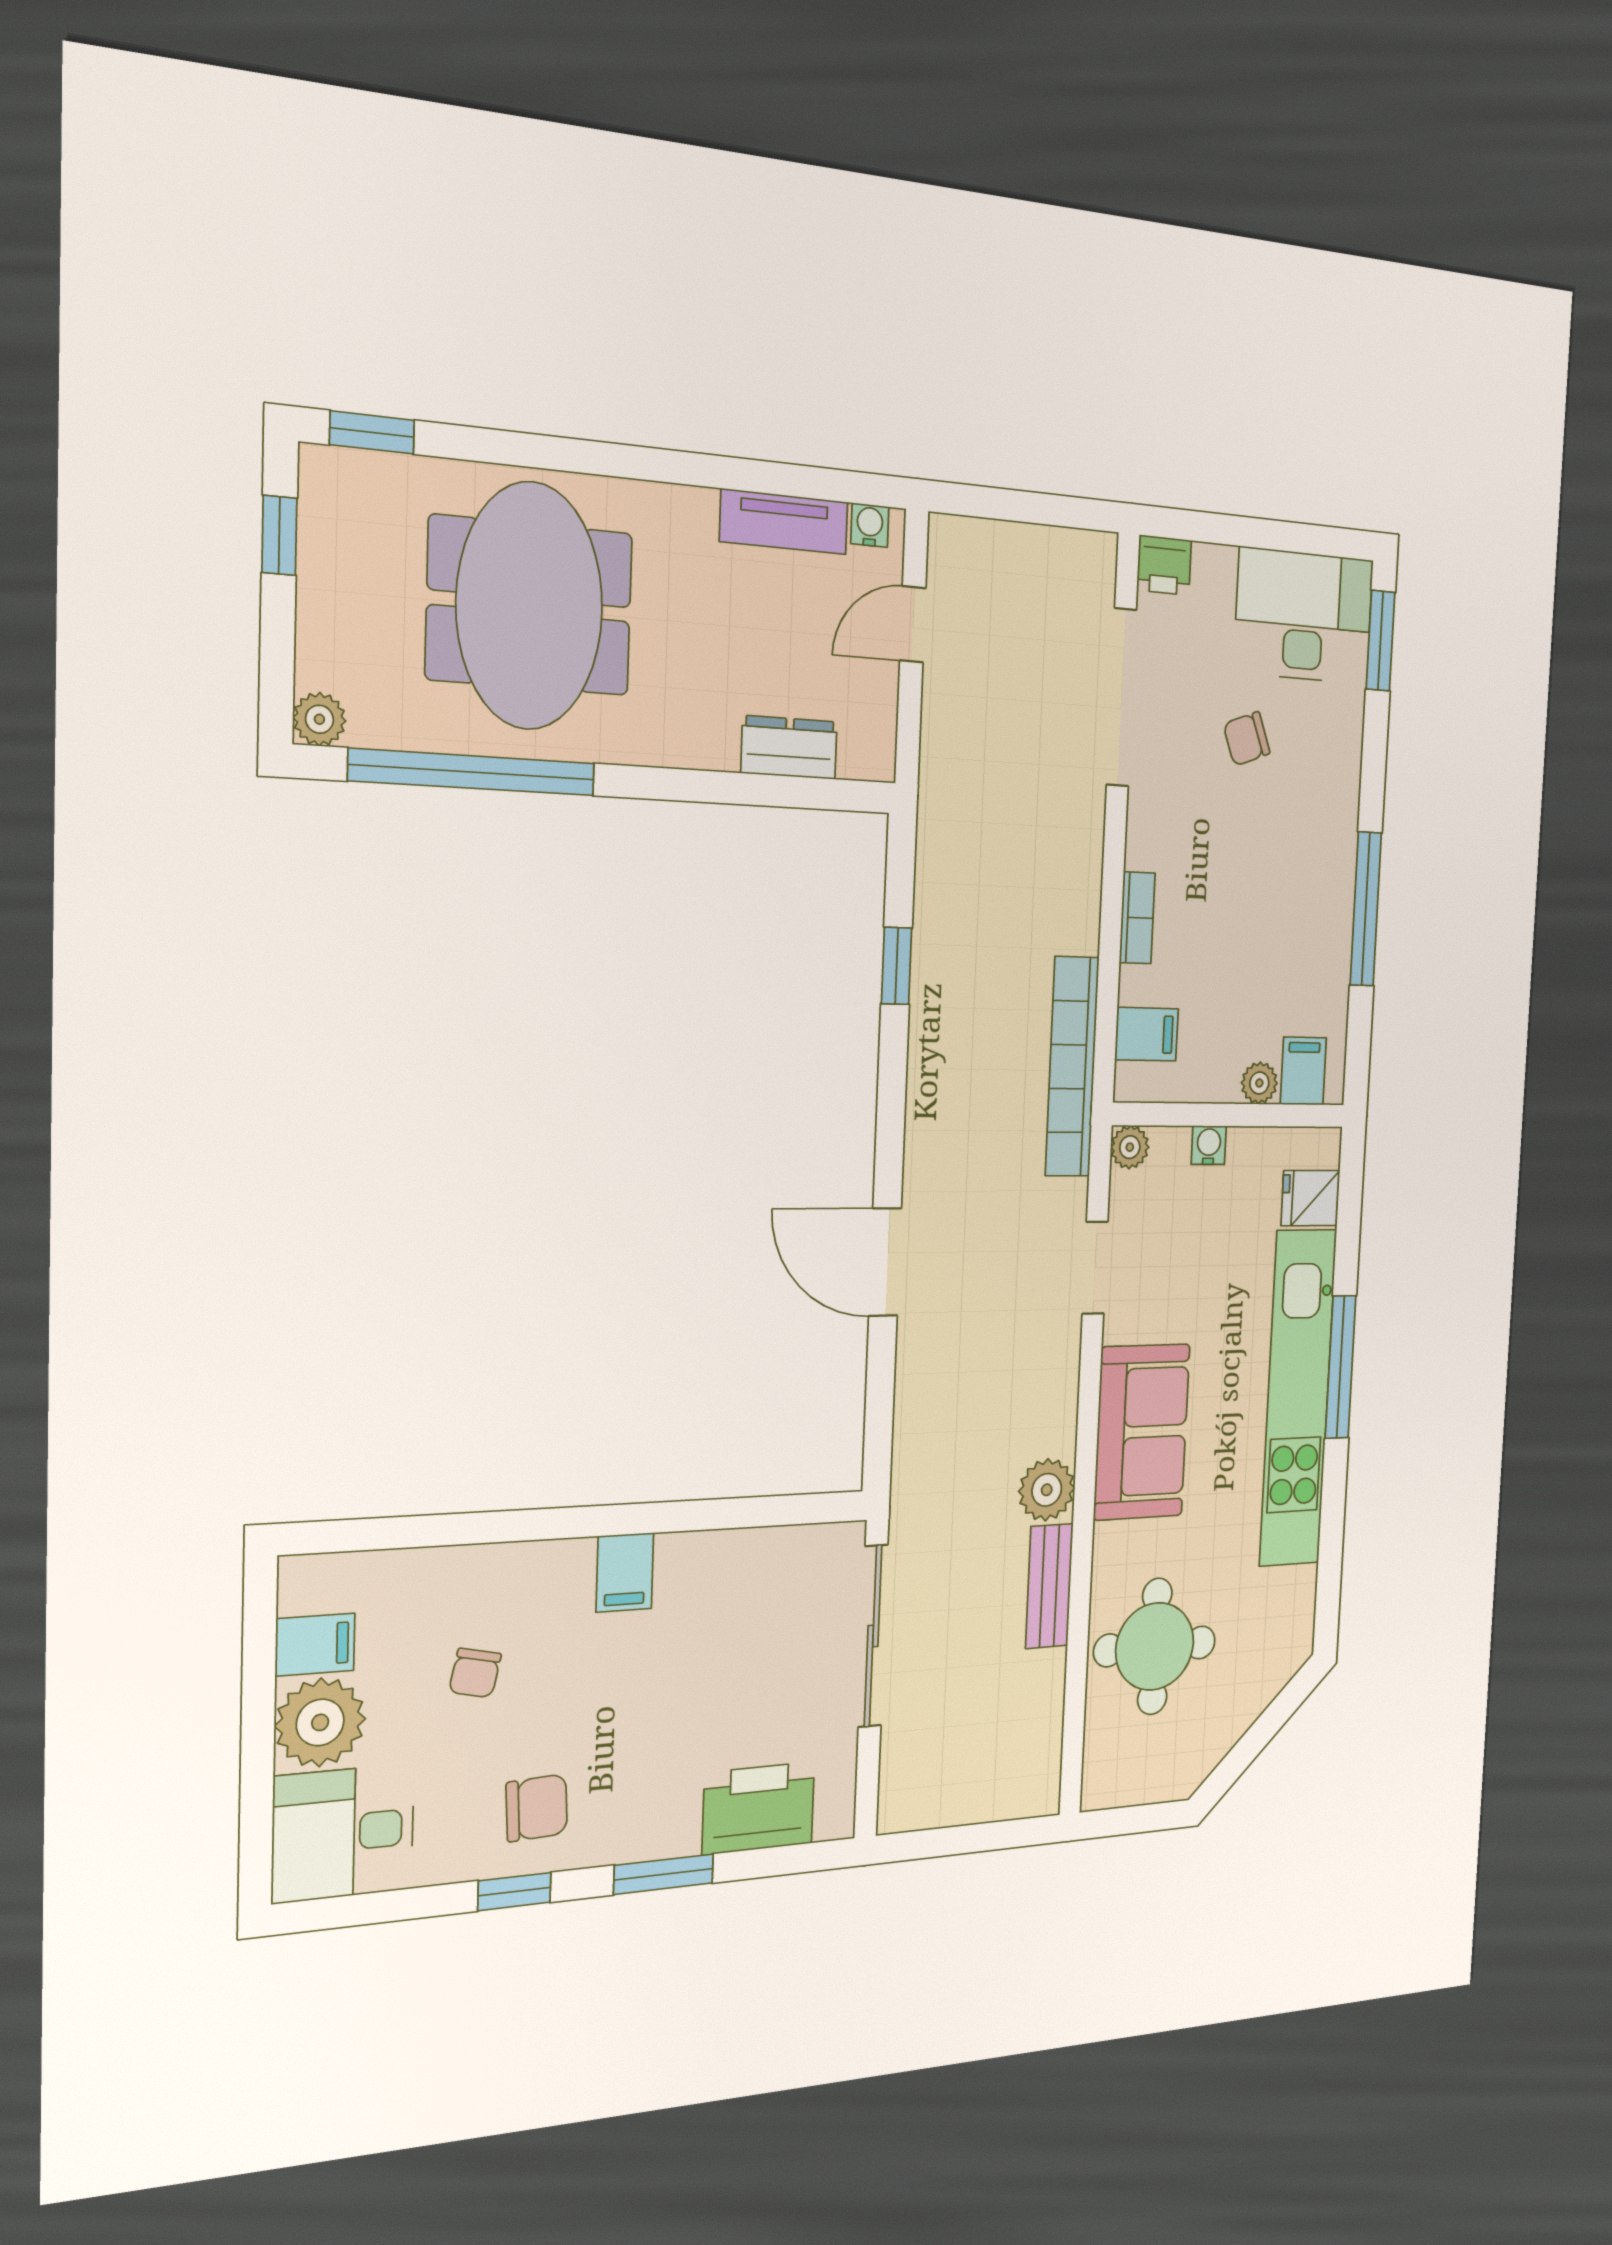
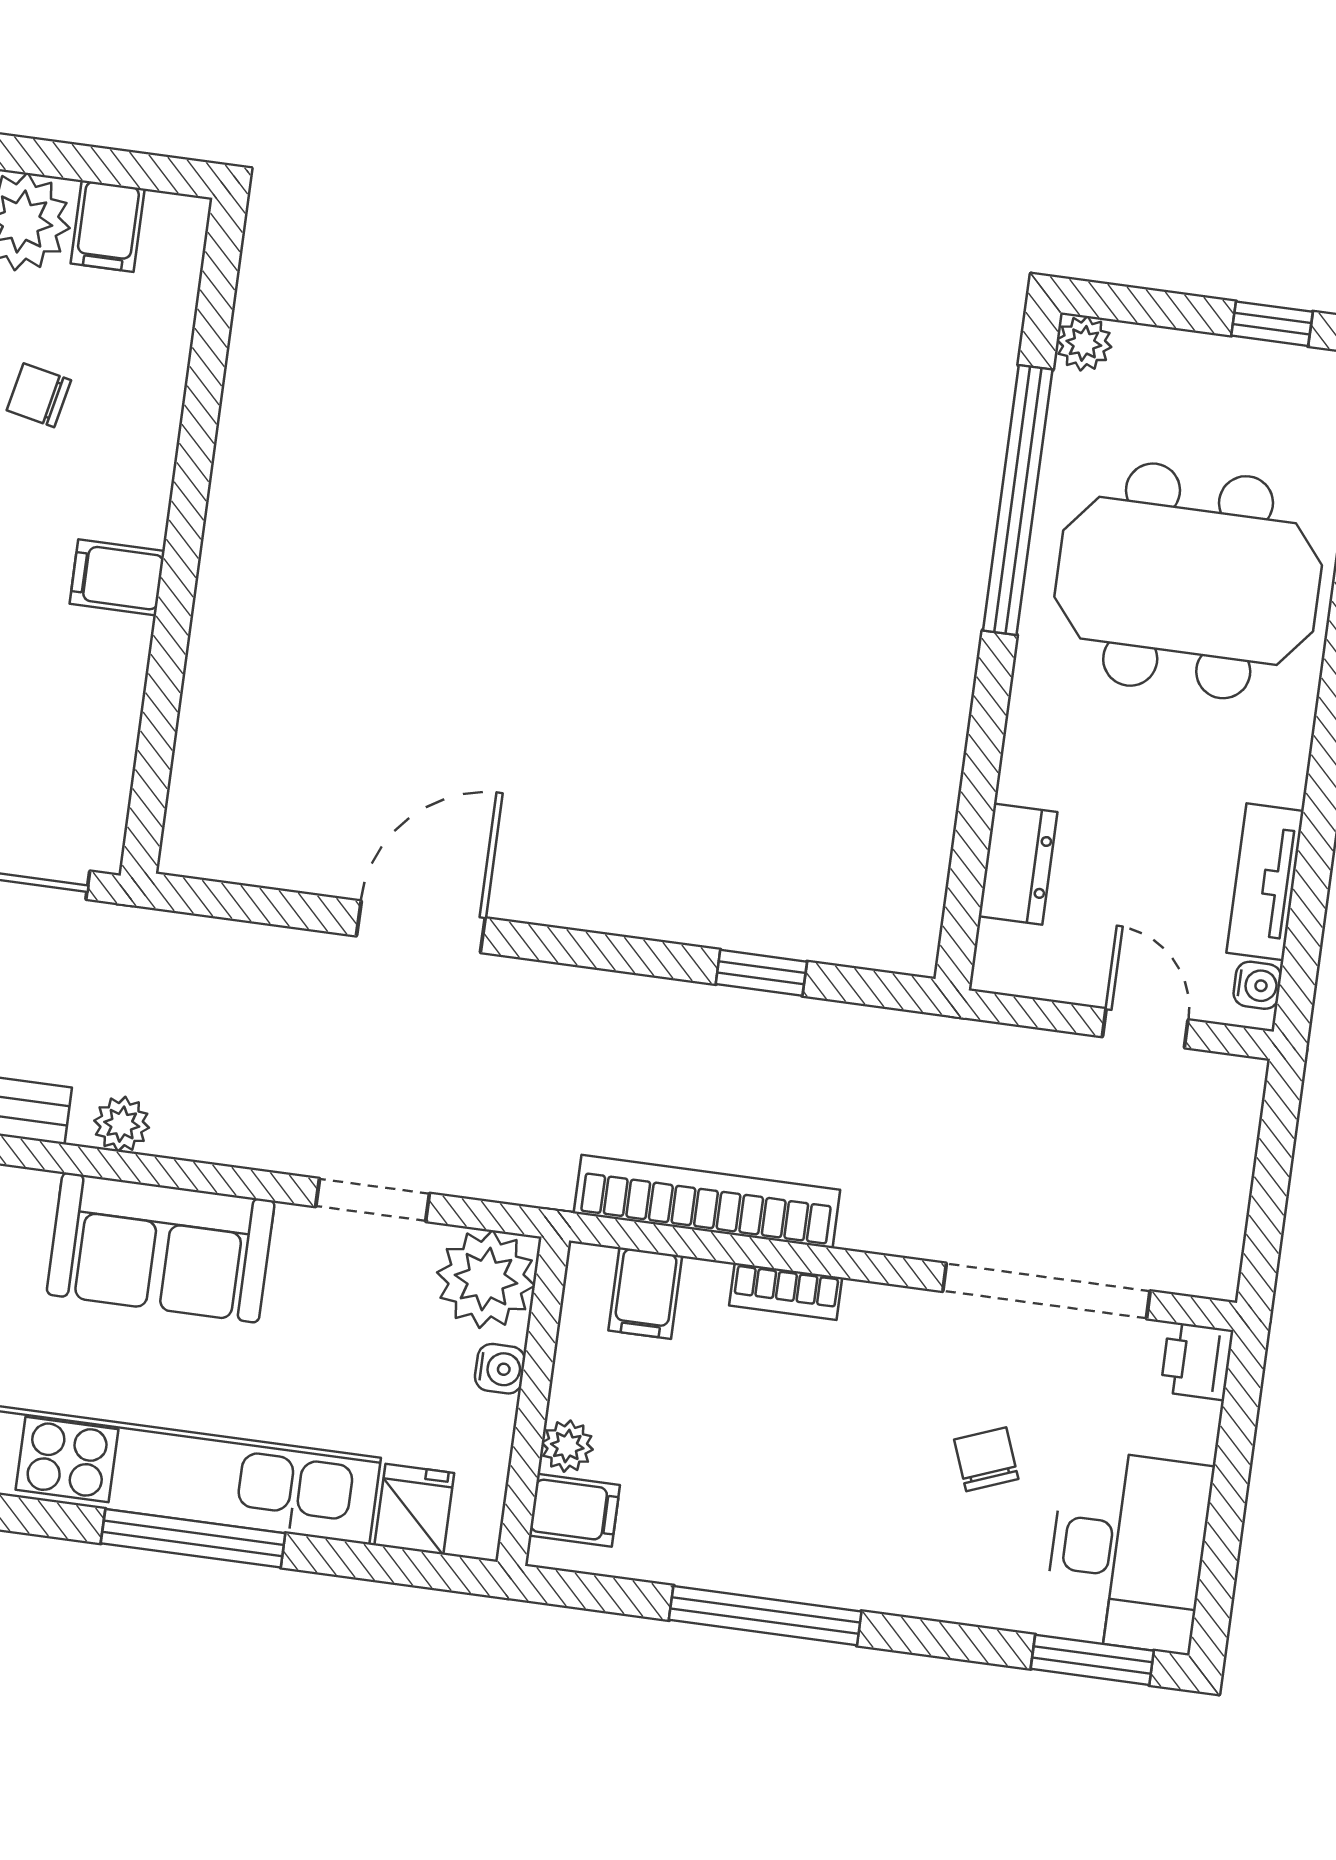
bookcase: (1072, 1067) -> (707, 1201), moved
plant: (1130, 1147) -> (486, 1279), width x1.87, depth x1.87
plant: (1047, 1490) -> (122, 1124), width x0.73, depth x0.73

